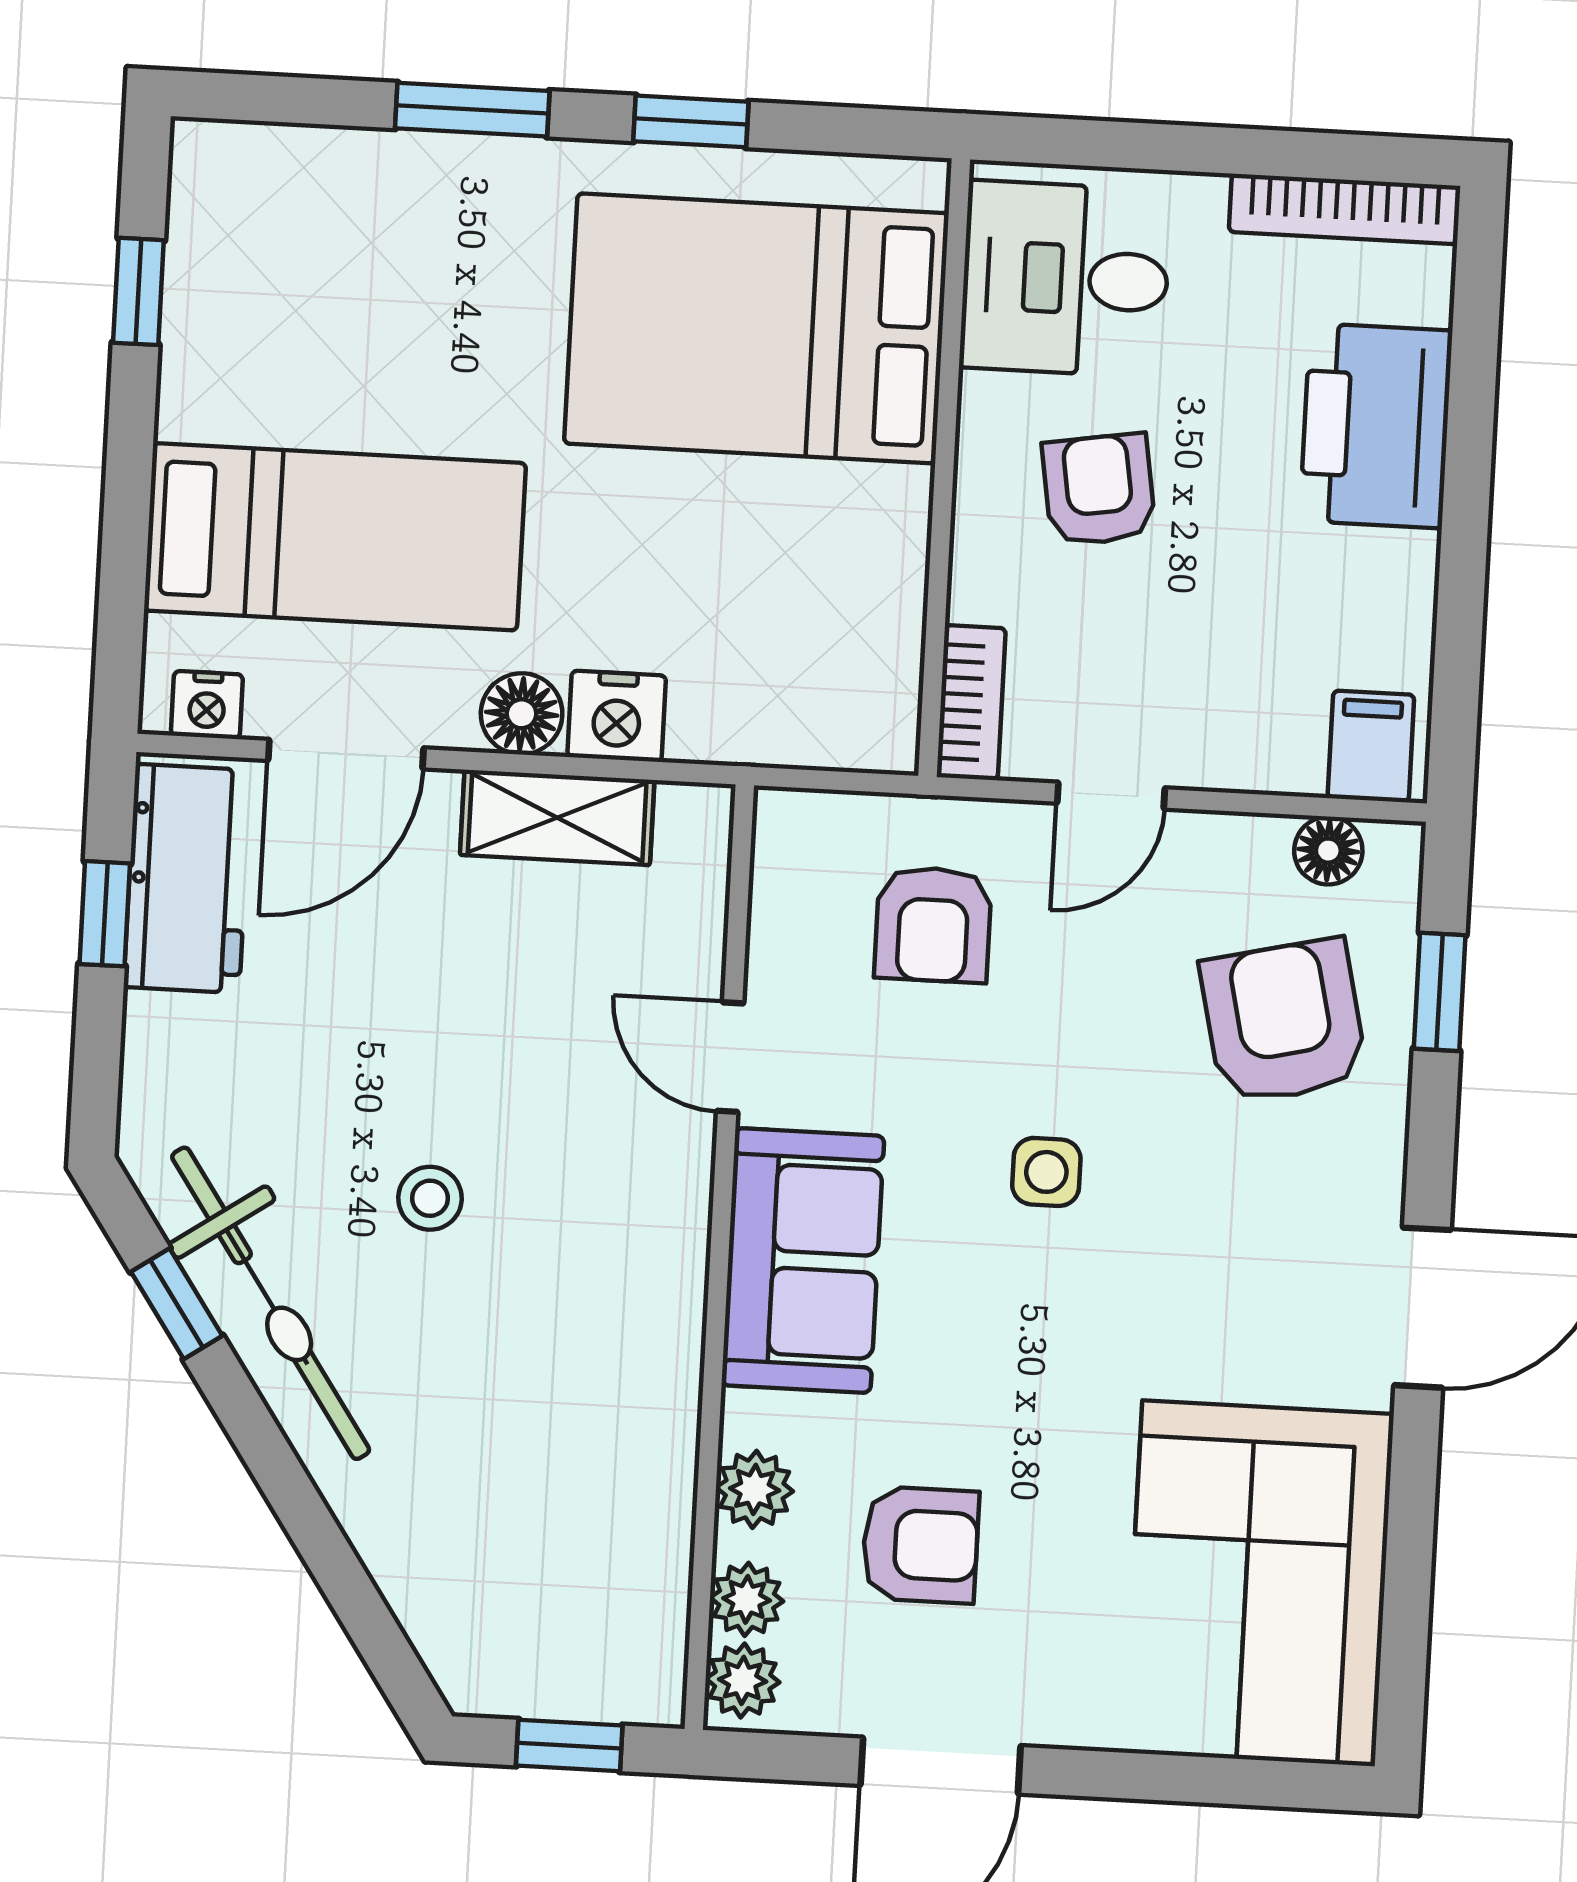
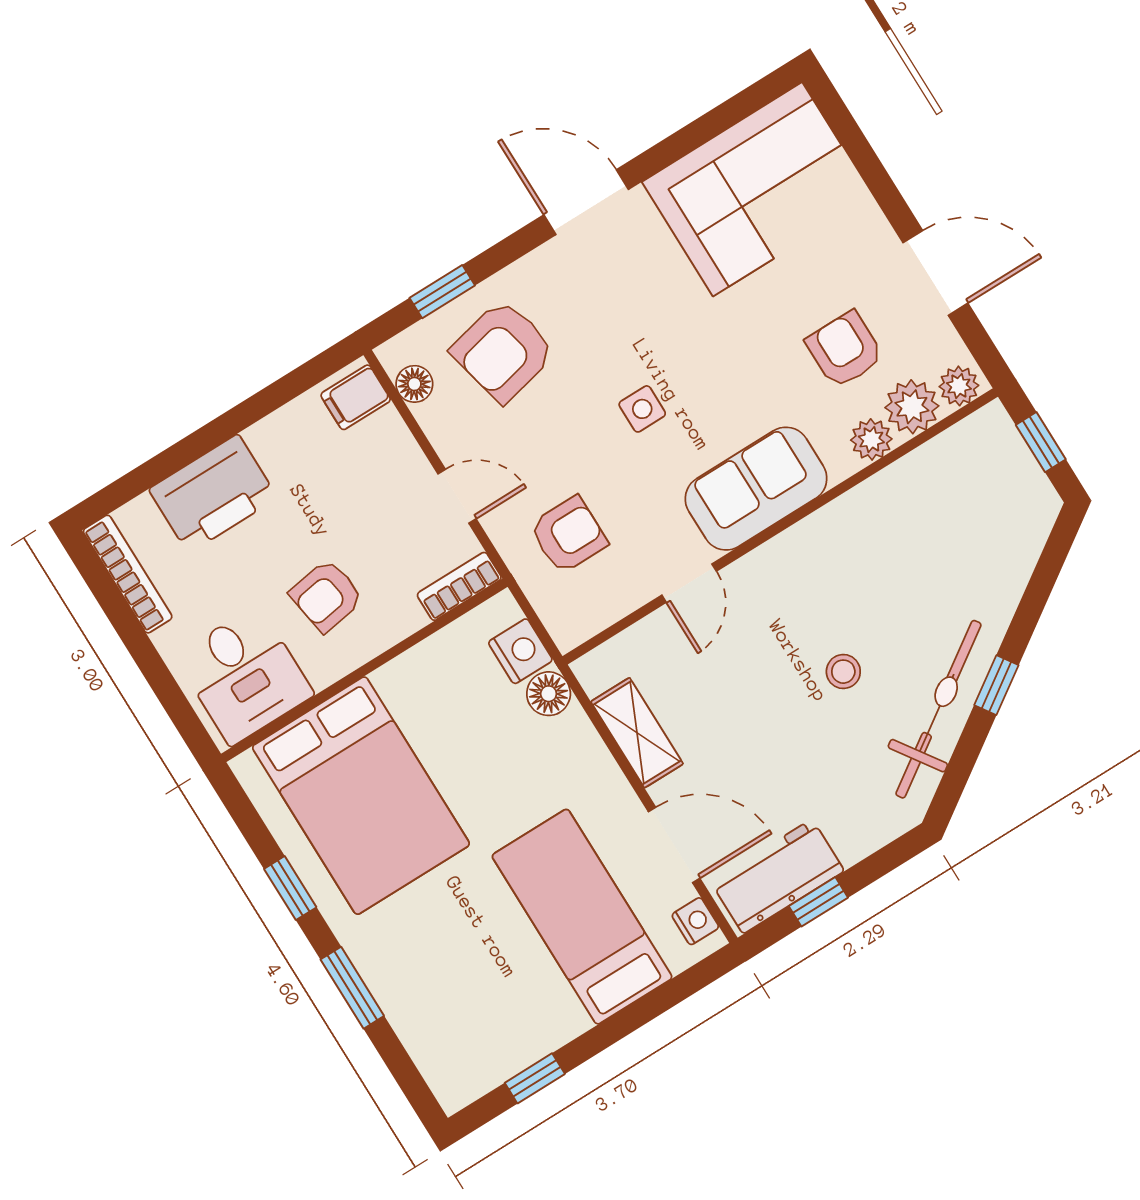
floor lamp: (522, 714) -> (549, 694), moved
nightstand: (617, 716) -> (520, 651), moved
window: (177, 1304) -> (996, 685), moved
plant: (747, 1599) -> (912, 407), width x1.38, depth x1.38

